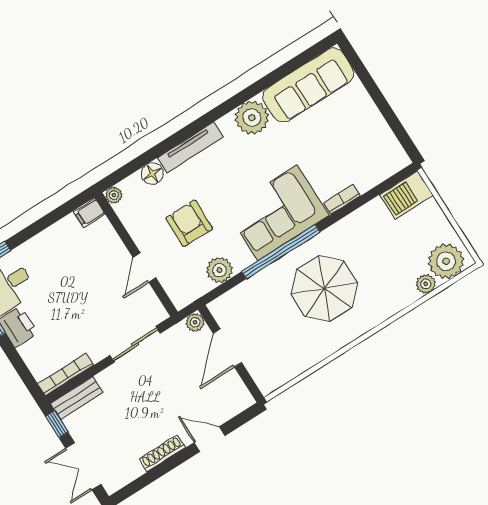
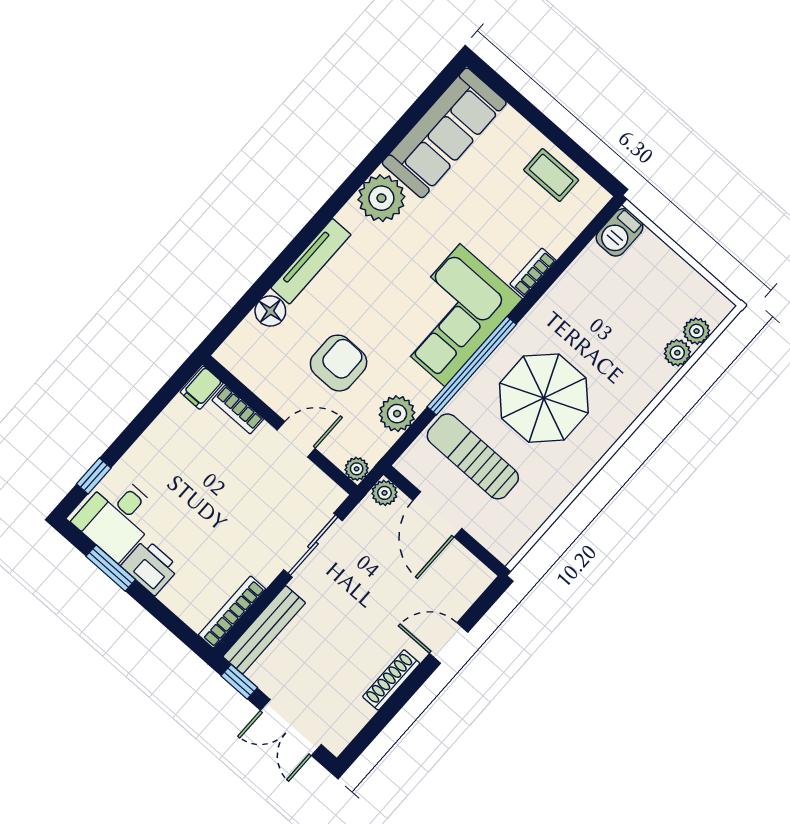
coffee table: (374, 136) -> (551, 175), added
plant: (114, 195) -> (357, 469), moved
barbecue: (406, 195) -> (620, 232), width x0.73, depth x0.79
armchair: (189, 223) -> (339, 363), turned 90
bookcase: (110, 235) -> (238, 410), added
plant: (446, 261) -> (697, 331), width x0.53, depth x0.53
door: (145, 268) -> (296, 439), swing flipped
sun lounger: (263, 315) -> (473, 456), added
bench: (77, 398) -> (264, 630), width x1.36

